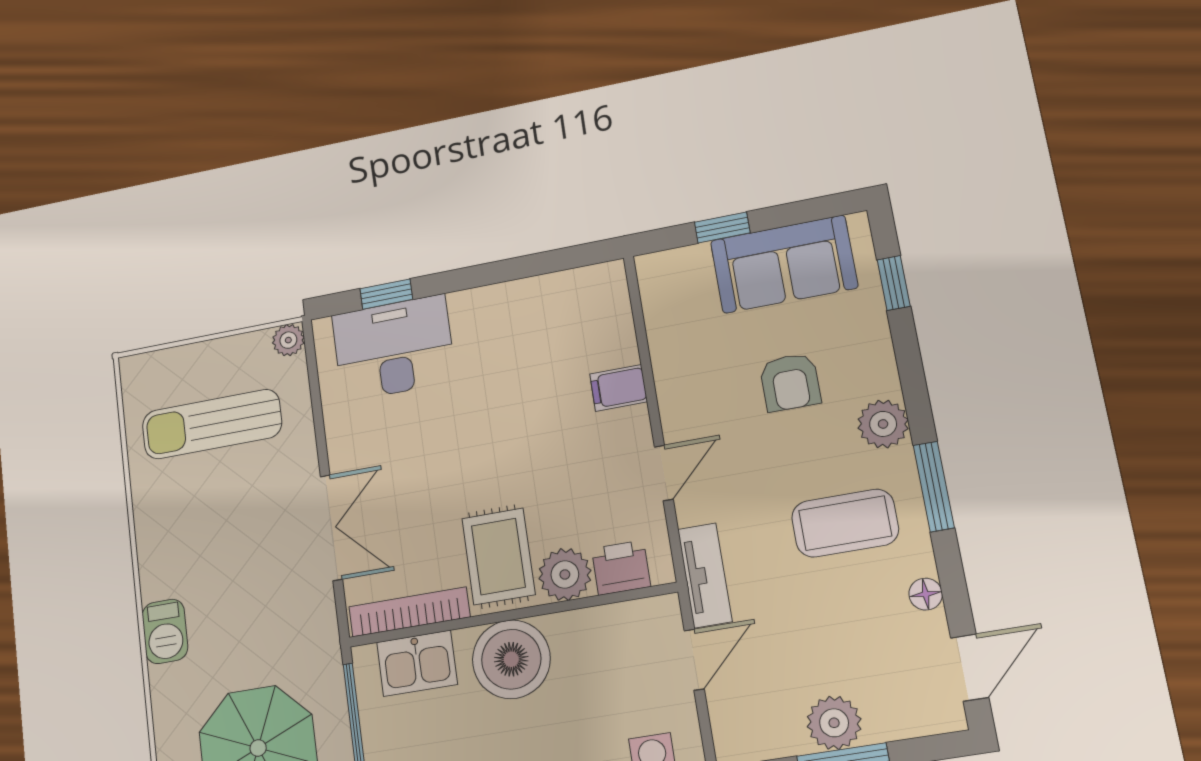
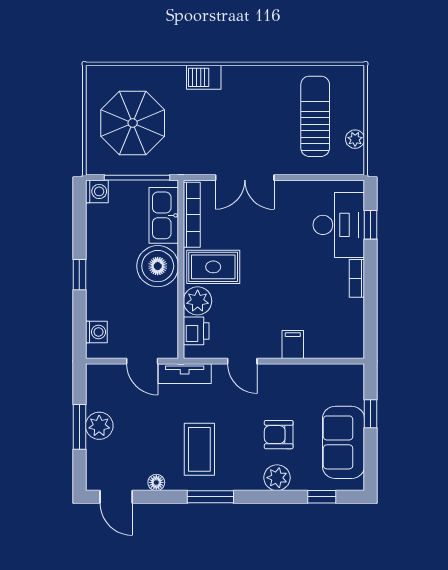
bookcase: (483, 299) -> (357, 278), added
plant: (288, 340) -> (355, 139), moved
plant: (883, 424) -> (277, 478), moved
kitchen sink: (417, 663) -> (164, 215), width x1.38

